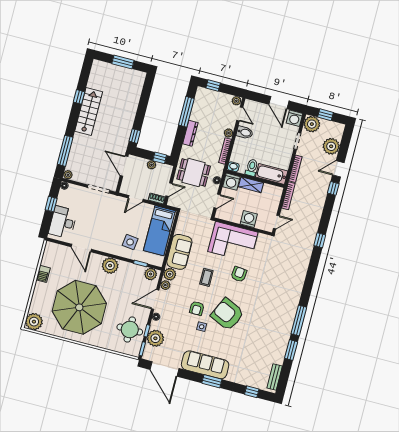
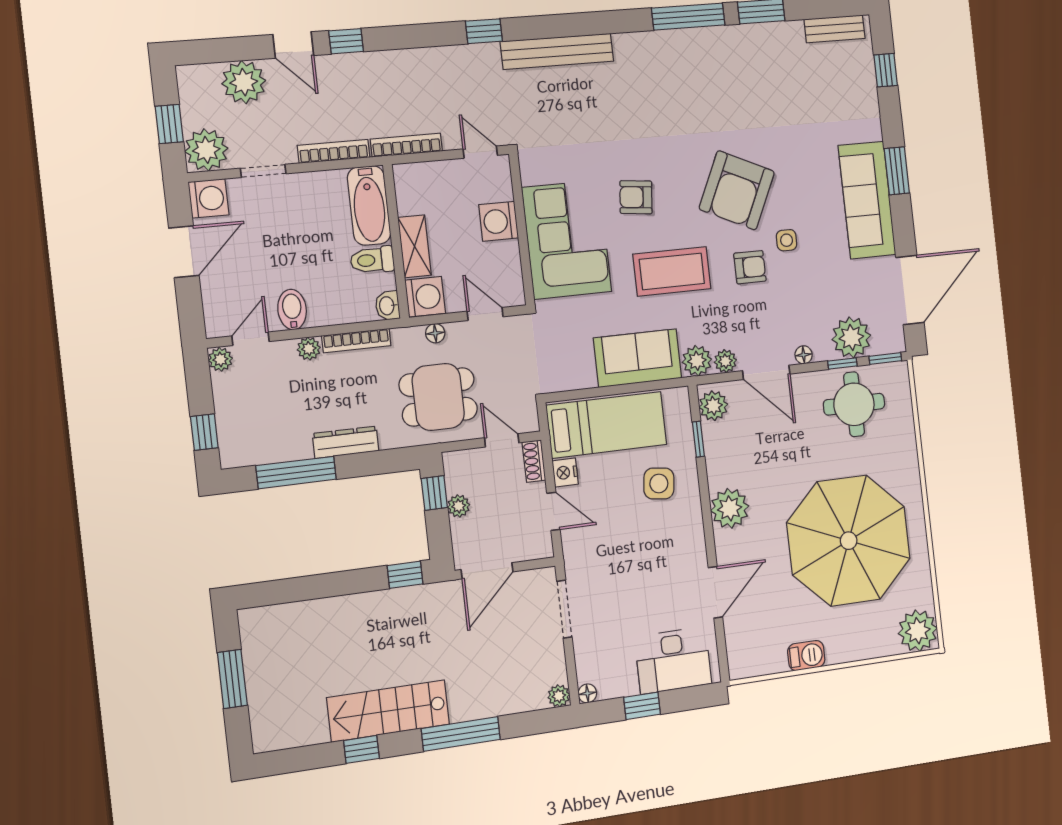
window: (65, 151) -> (461, 734), moved
dining table: (194, 173) -> (438, 397), turned 90
nightstand: (148, 208) -> (565, 473), added
bench: (303, 265) -> (557, 51), added
coffee table: (206, 277) -> (672, 271), width x1.86, depth x1.72

